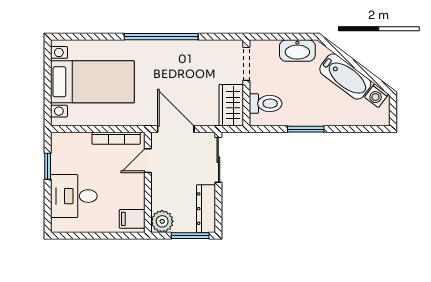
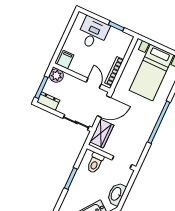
wardrobe: (231, 105) -> (102, 133), moved, turned 90
dresser: (206, 209) -> (48, 101), width x0.70

